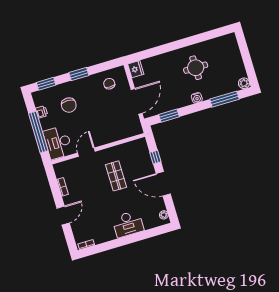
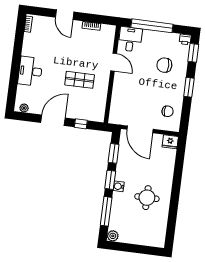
window: (194, 108) -> (110, 180), added
printer: (42, 112) -> (185, 39), moved
desk: (58, 142) -> (130, 39), width x0.73

